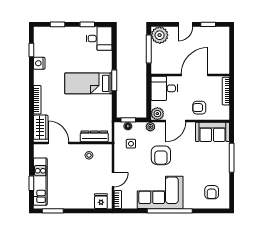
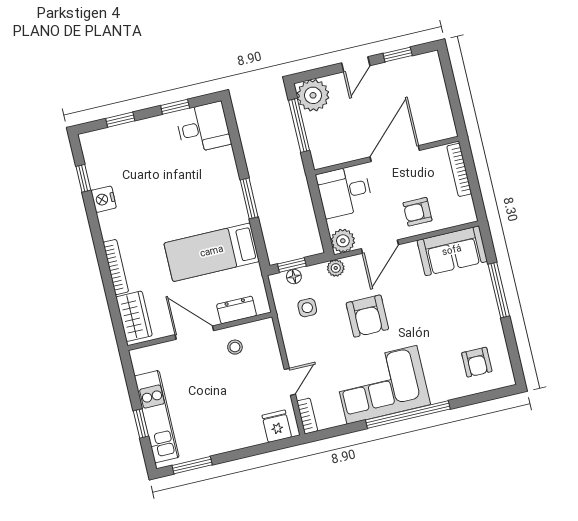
bed: (88, 83) -> (212, 252), moved
dresser: (94, 136) -> (237, 310), width x0.70
door: (58, 143) -> (194, 333), moved

